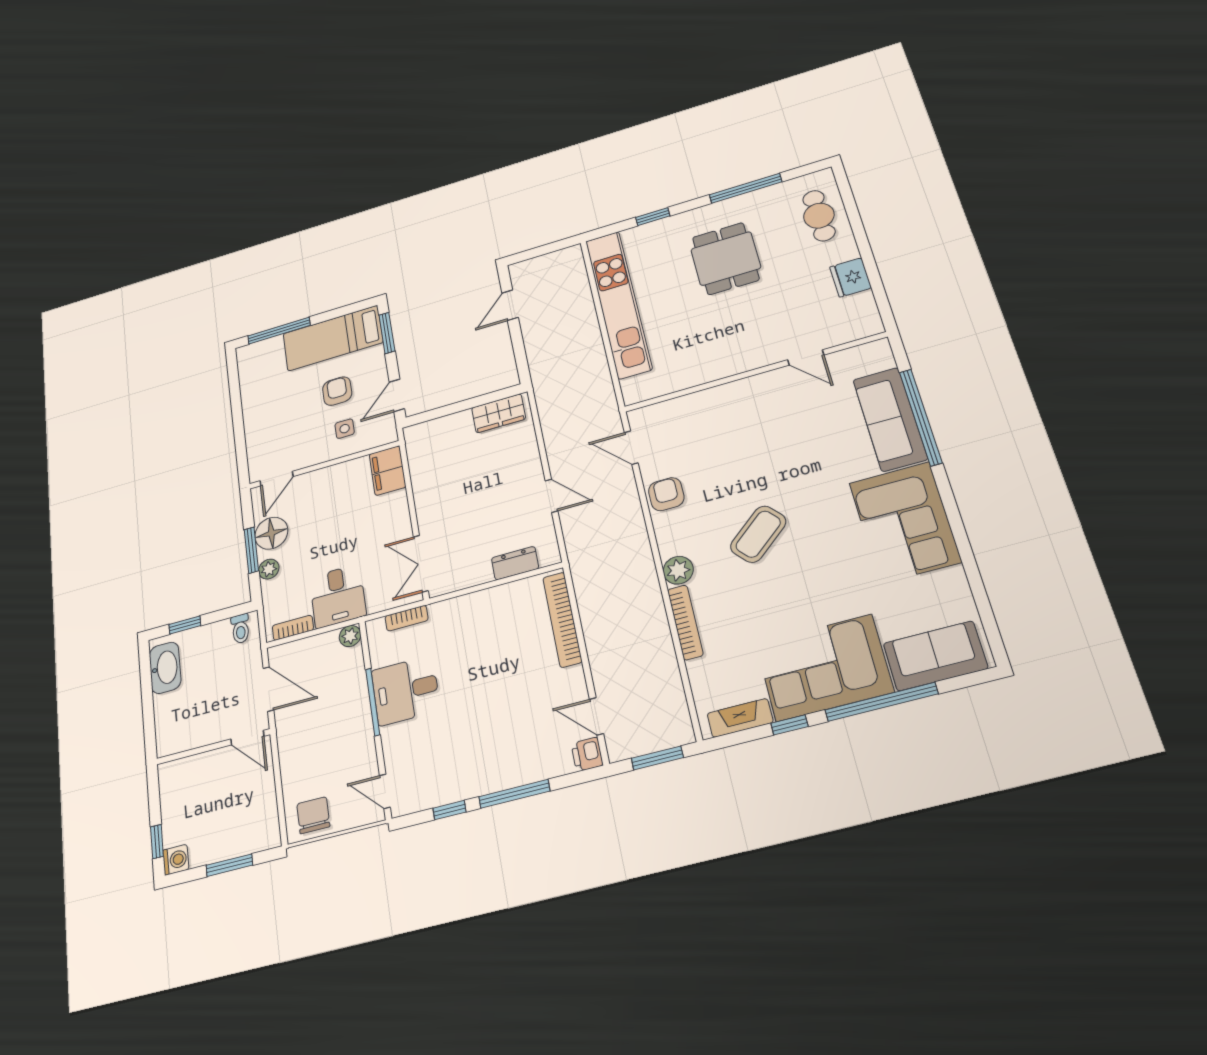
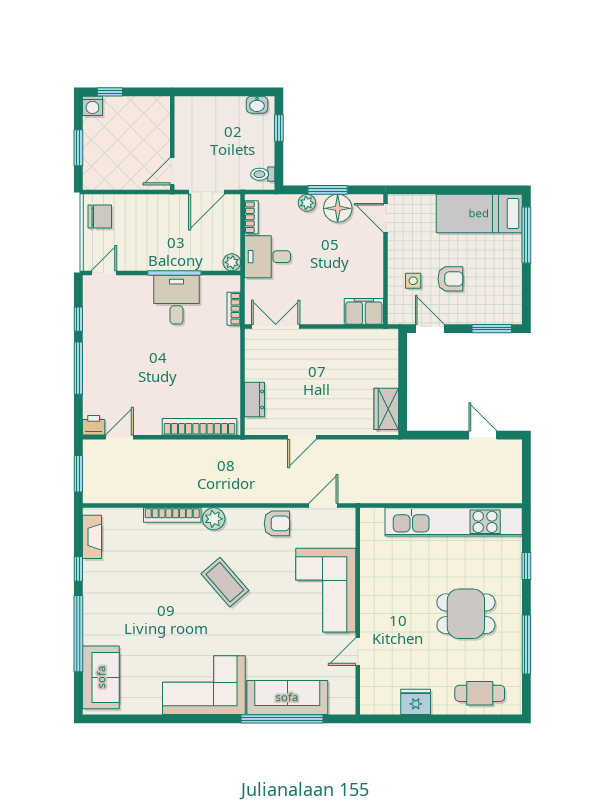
bed: (333, 338) -> (479, 213), moved, turned -90
washbasin: (165, 668) -> (257, 105), width x0.52, depth x0.69
corner sofa: (824, 668) -> (326, 590), moved, turned 180

